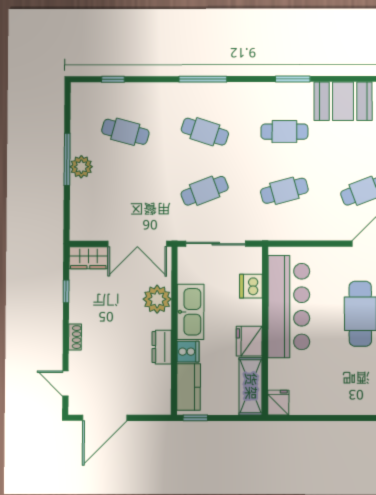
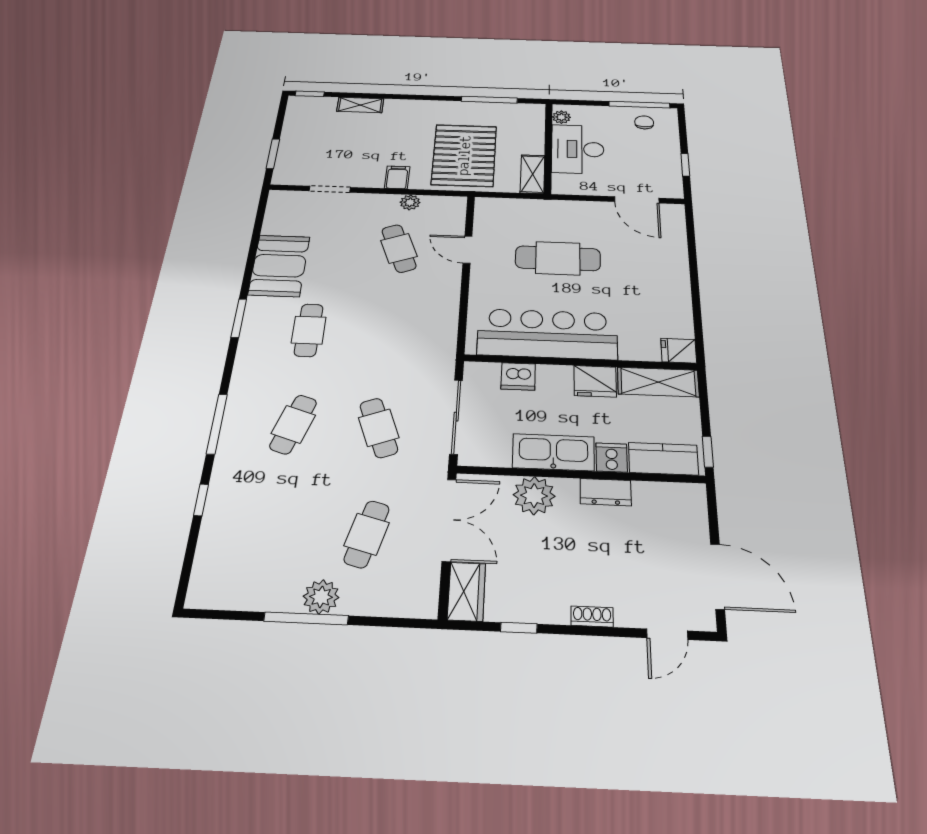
window: (113, 79) -> (201, 500), moved
cafe table: (125, 132) -> (367, 534), moved
cafe table: (284, 191) -> (389, 333), removed

